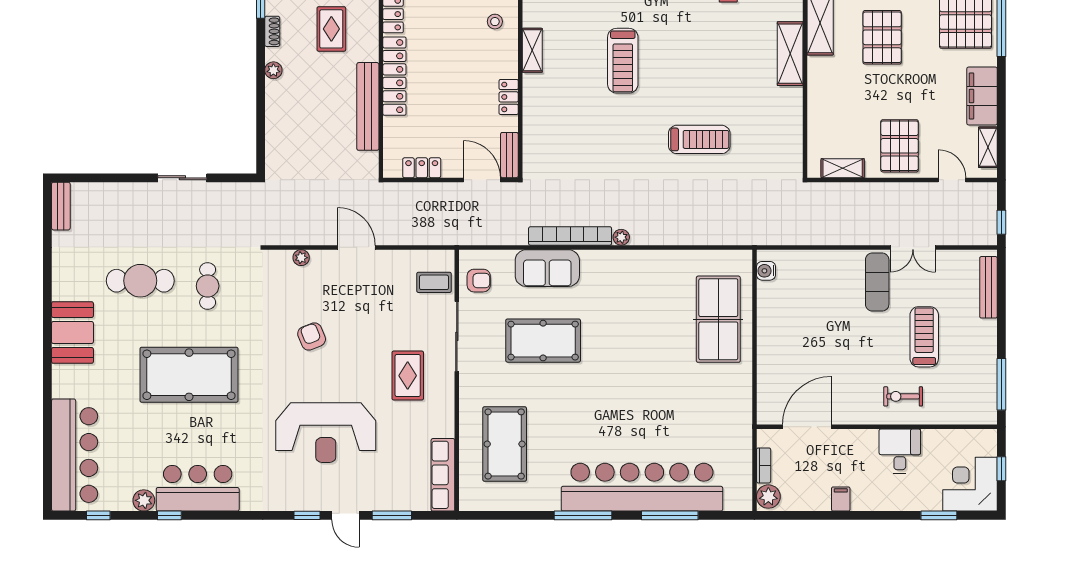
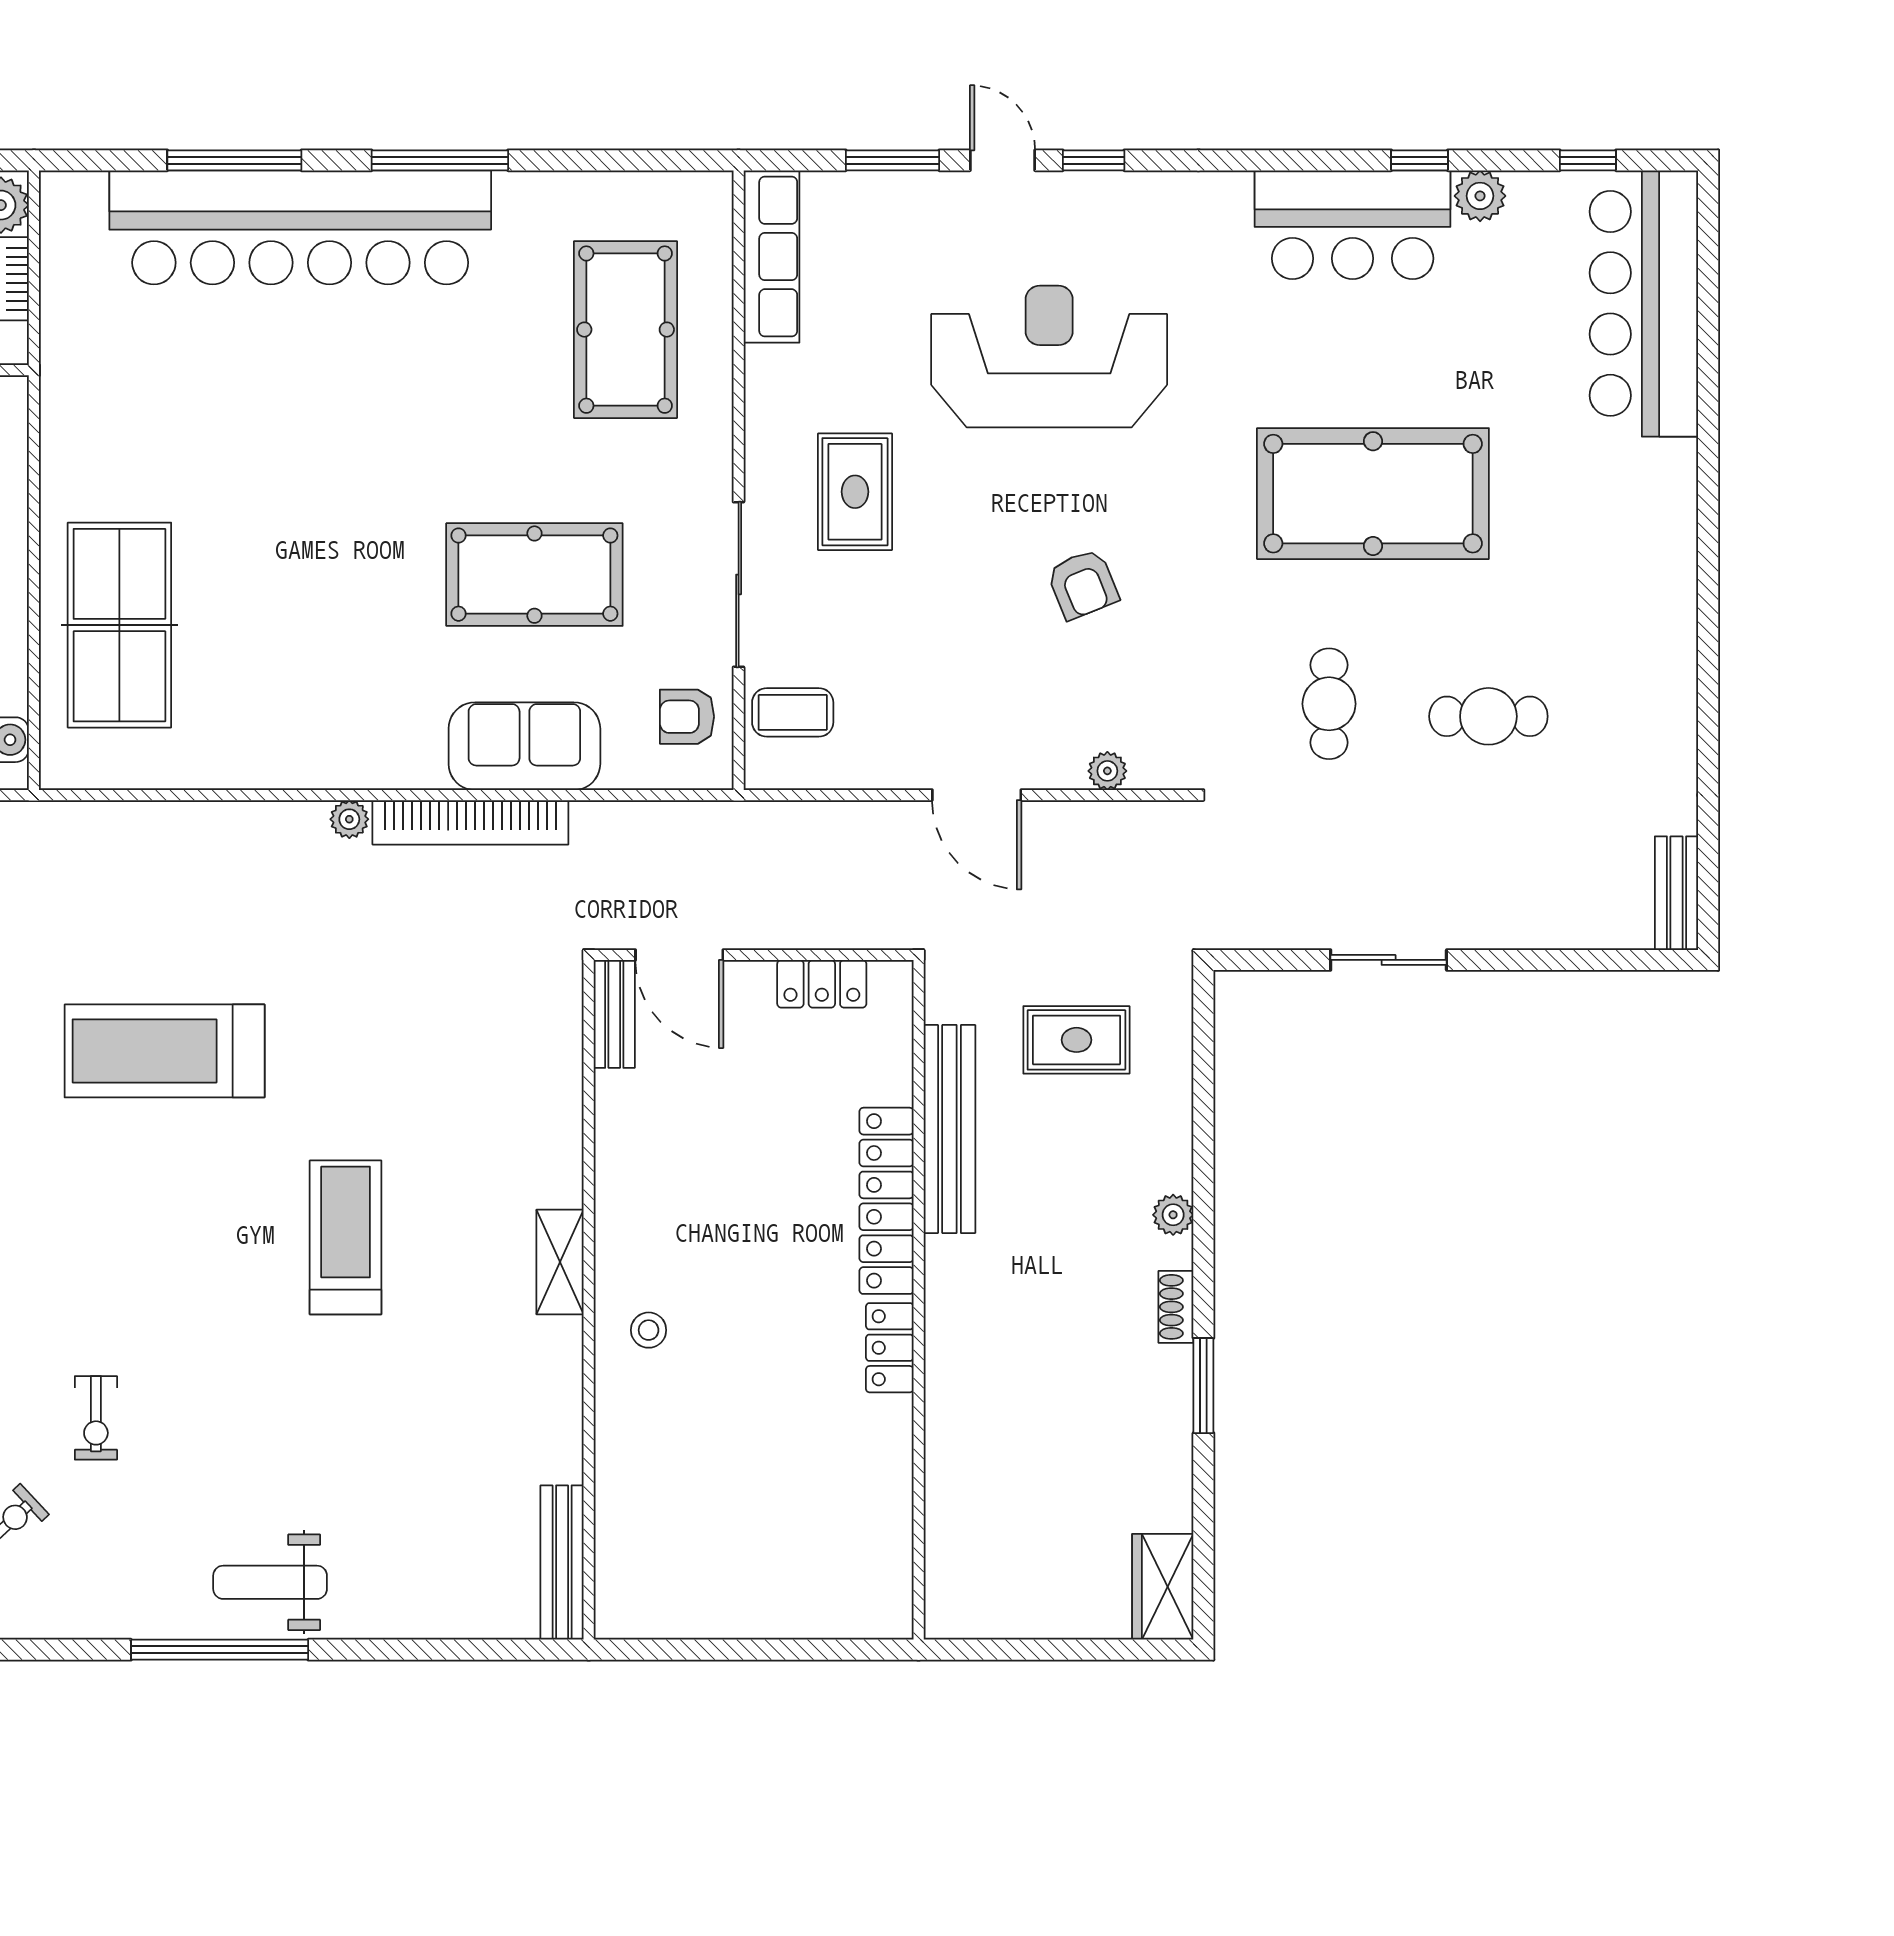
rug: (331, 29) -> (1076, 1040), moved, turned 90
locker: (509, 97) -> (616, 1152), removed
treadmill: (699, 139) -> (165, 1051), width x1.37, depth x1.38
cafe table: (140, 281) -> (1488, 716), width x0.73, depth x0.74
booth: (72, 332) -> (1649, 594), removed

